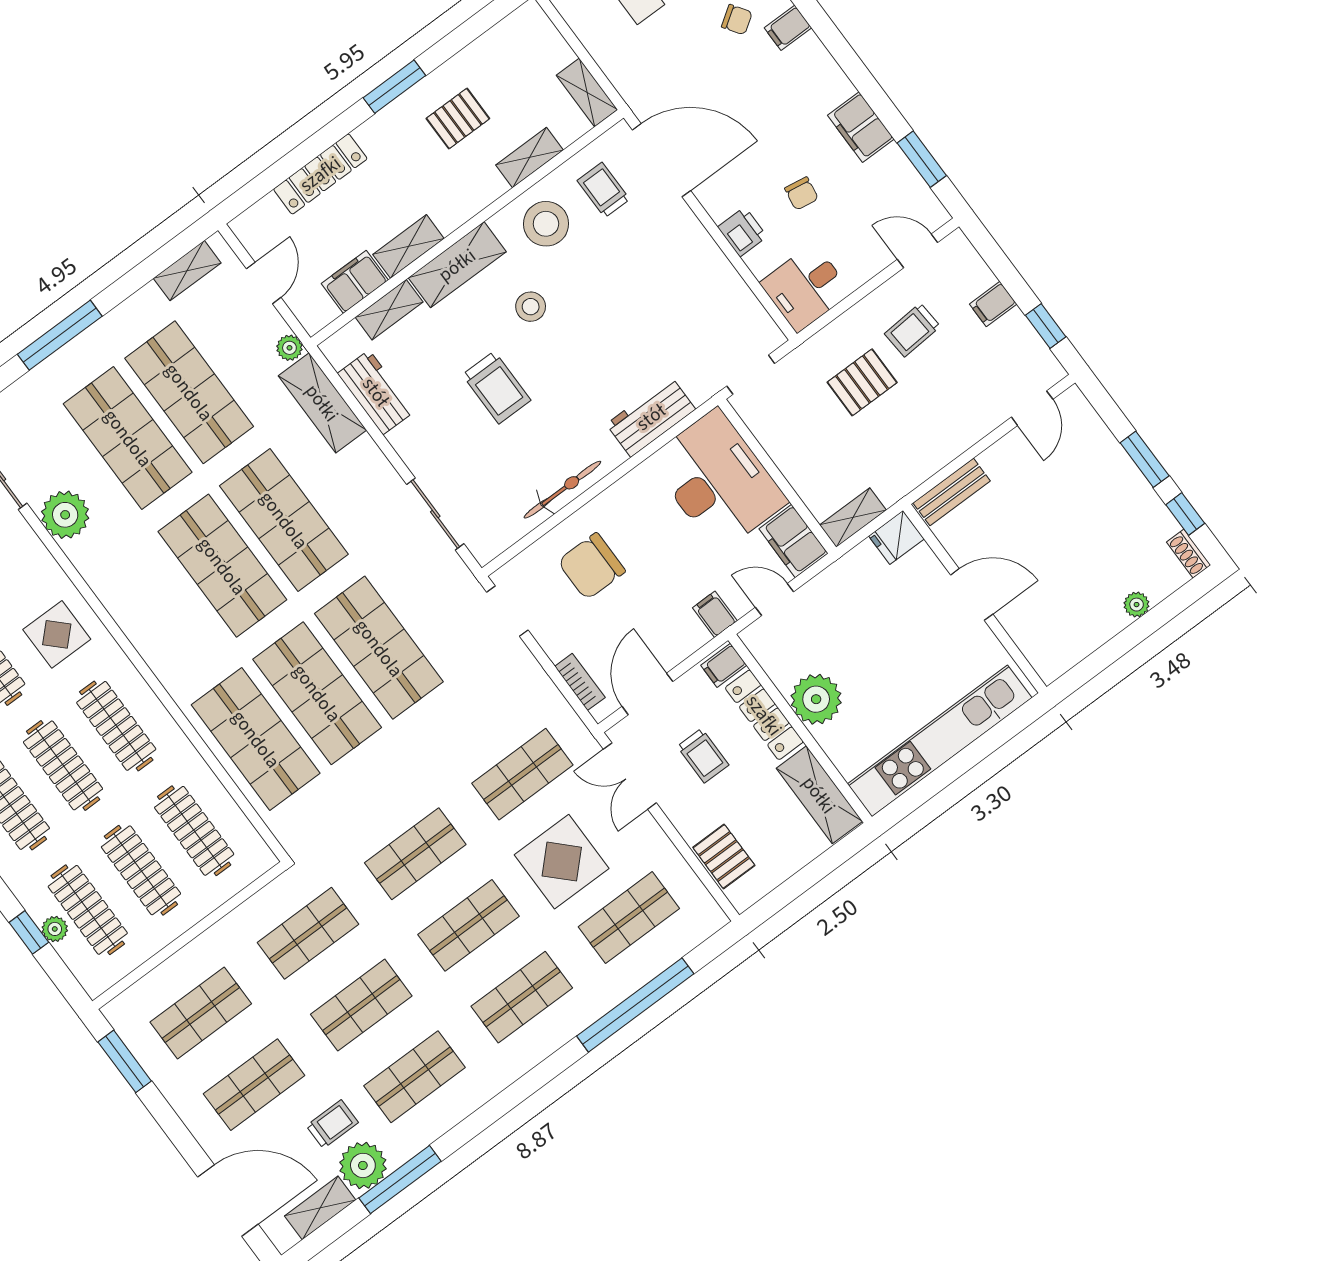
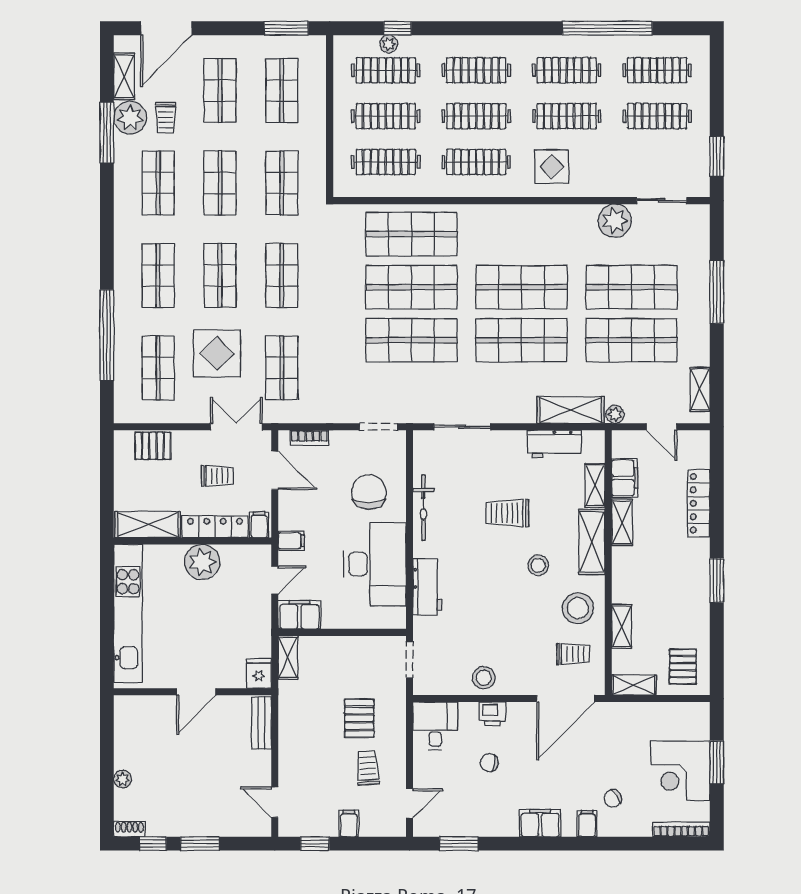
pallet: (458, 119) -> (683, 667), moved
filing cabinet: (861, 127) -> (540, 823), moved
stool: (708, 273) -> (484, 678), added
desk: (718, 481) -> (375, 564), moved, turned -90
trolley: (703, 756) -> (218, 476), turned 180

